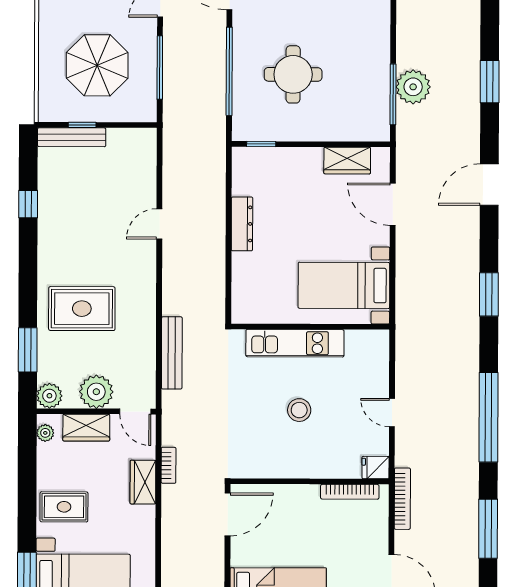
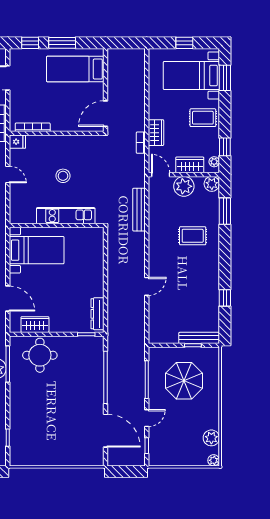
round table: (293, 74) -> (40, 355), moved
dresser: (242, 224) -> (97, 314), moved
rug: (82, 309) -> (193, 236), width x0.73, depth x0.70
window: (27, 458) -> (225, 147), added

